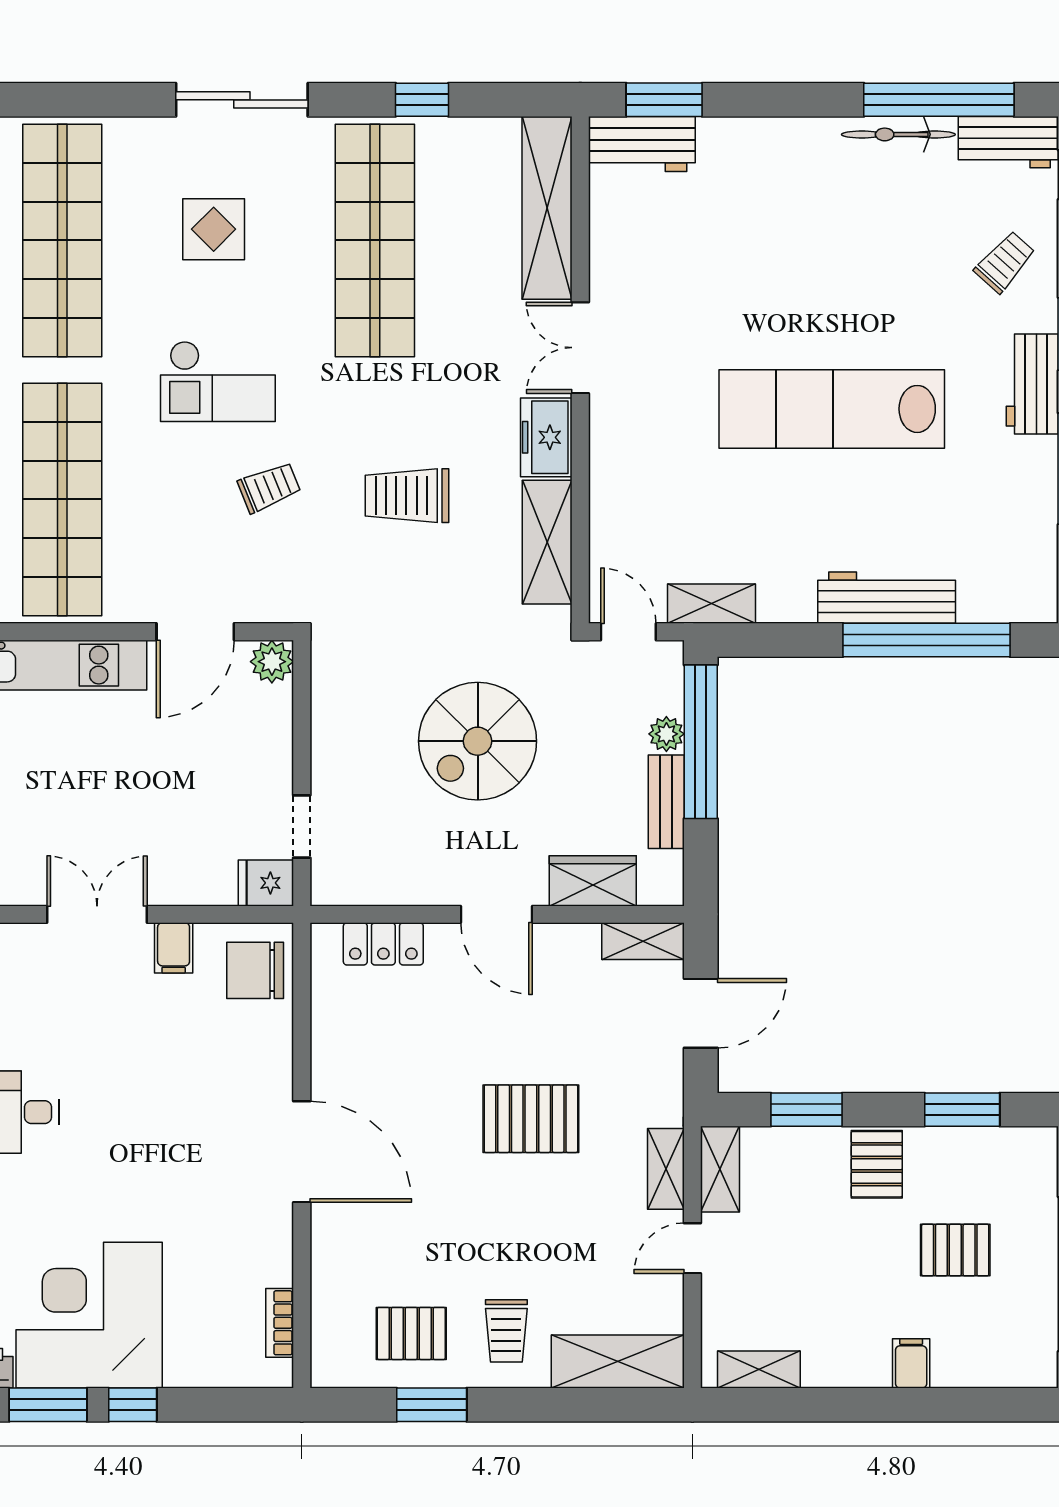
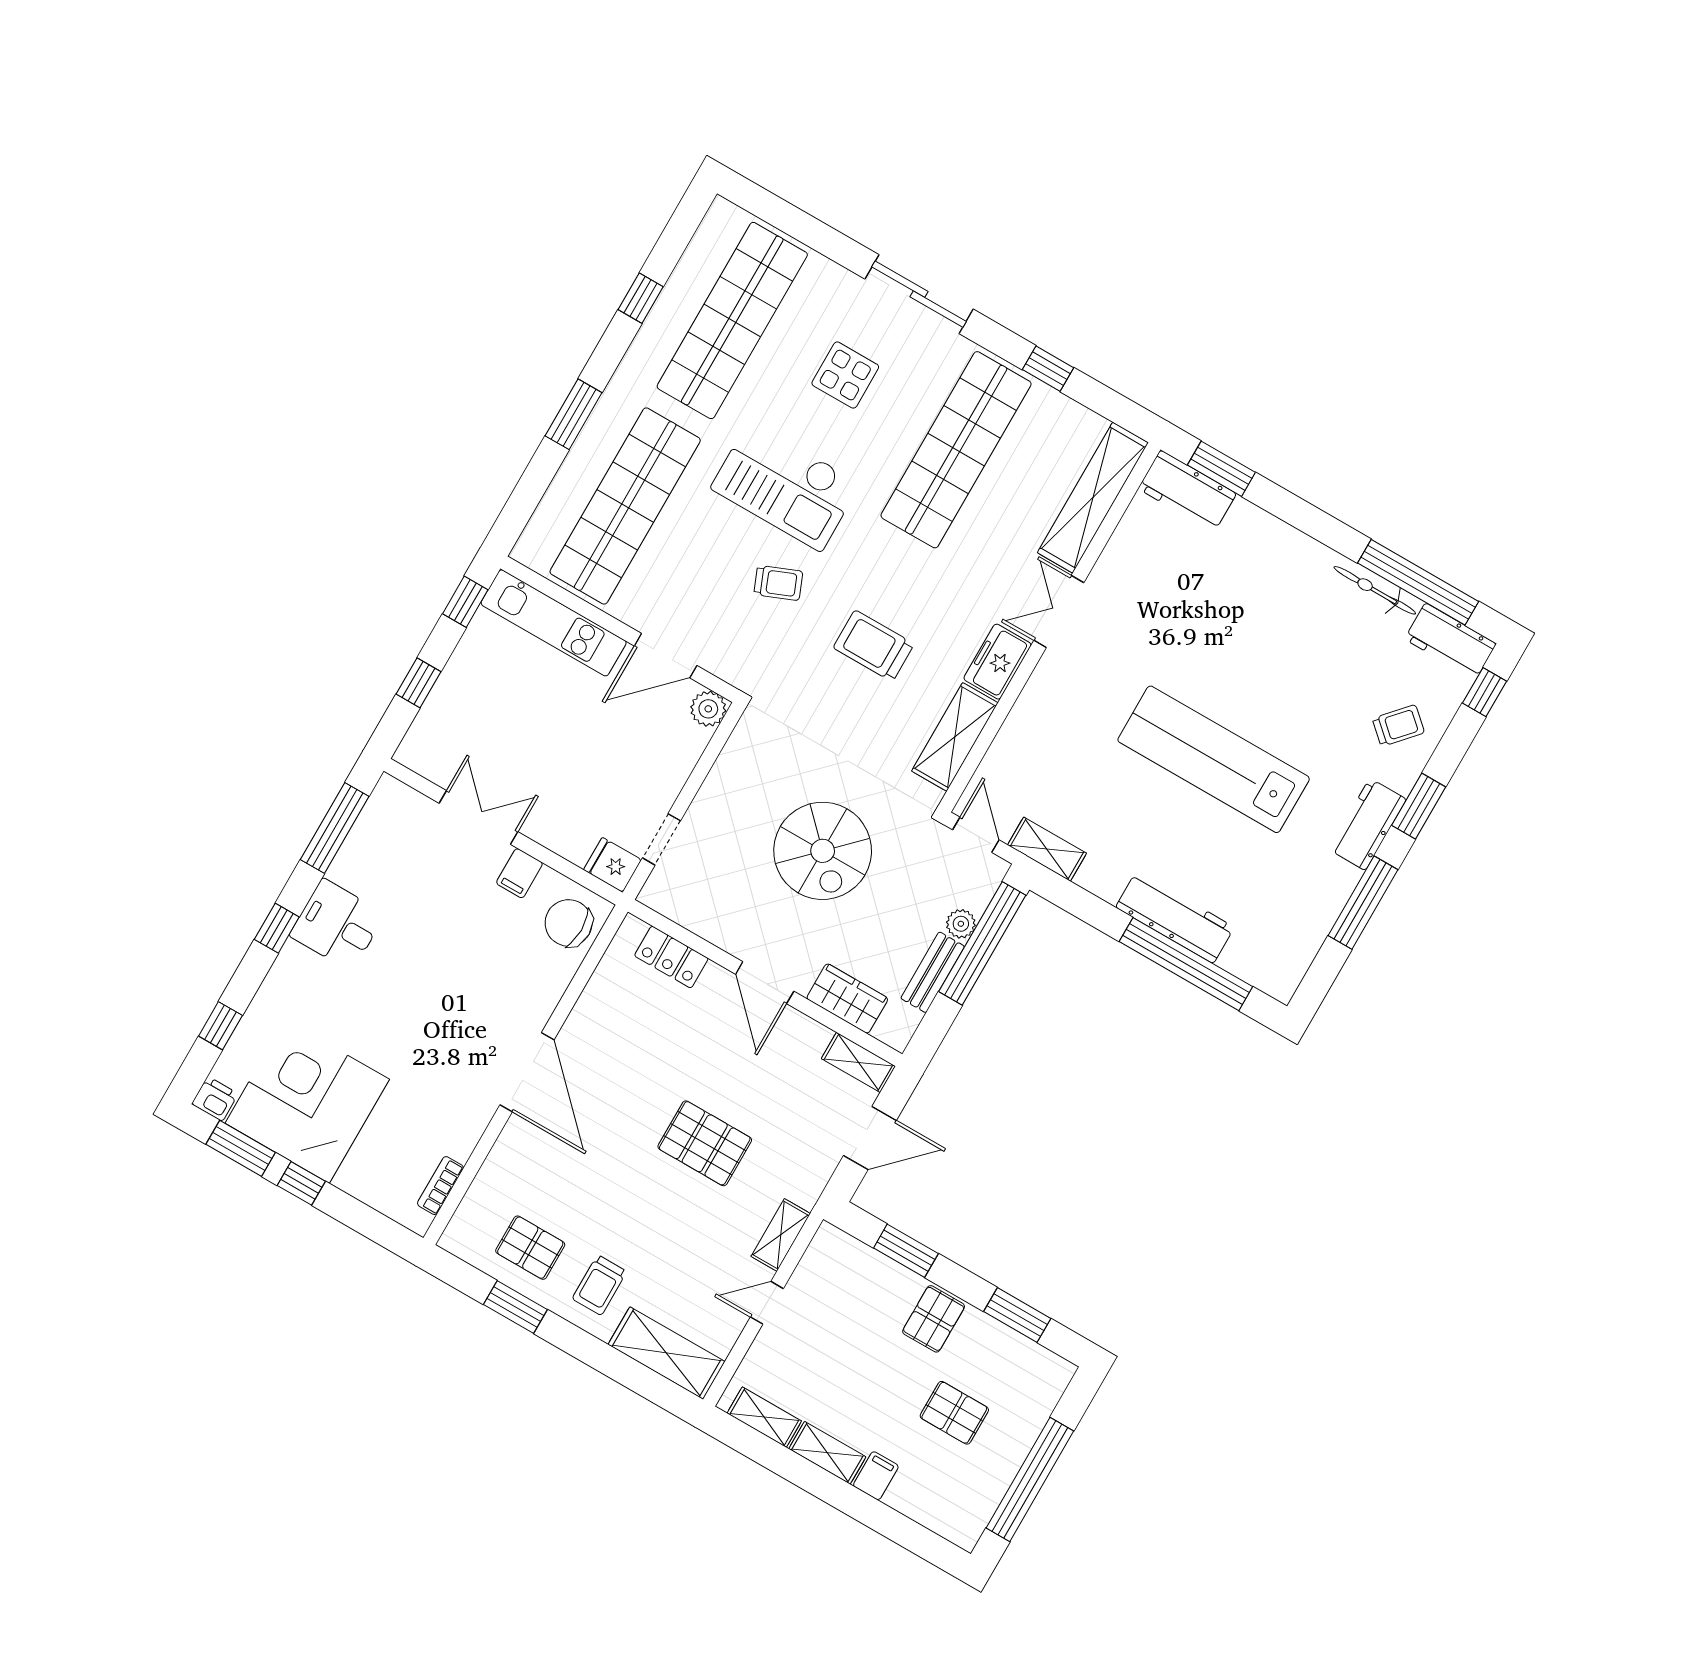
checkout: (218, 381) -> (785, 486), width x1.36, depth x1.21
spiral stairs: (478, 741) -> (823, 851), turned -90
shelving: (720, 1169) -> (827, 1453), moved, turned 90

